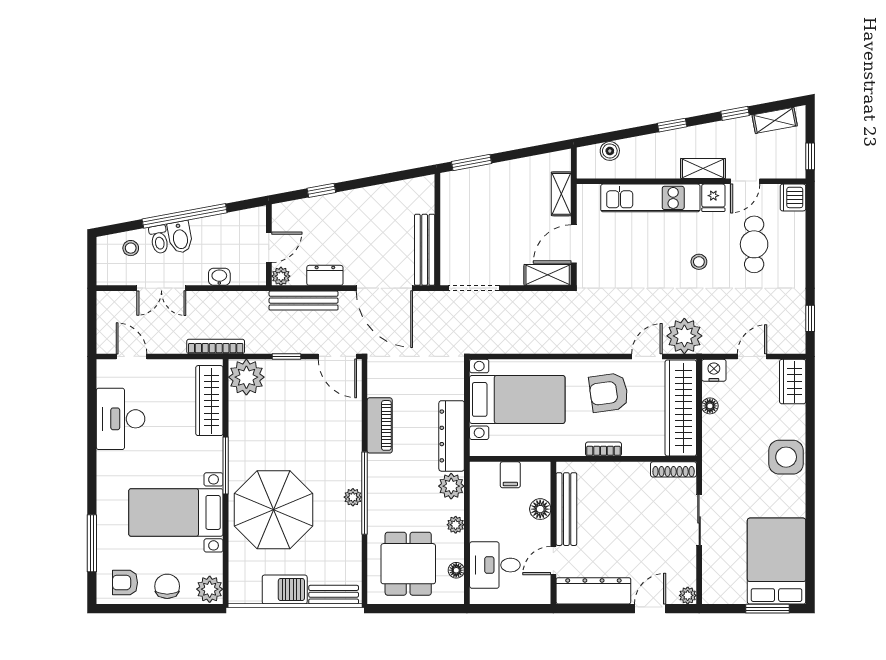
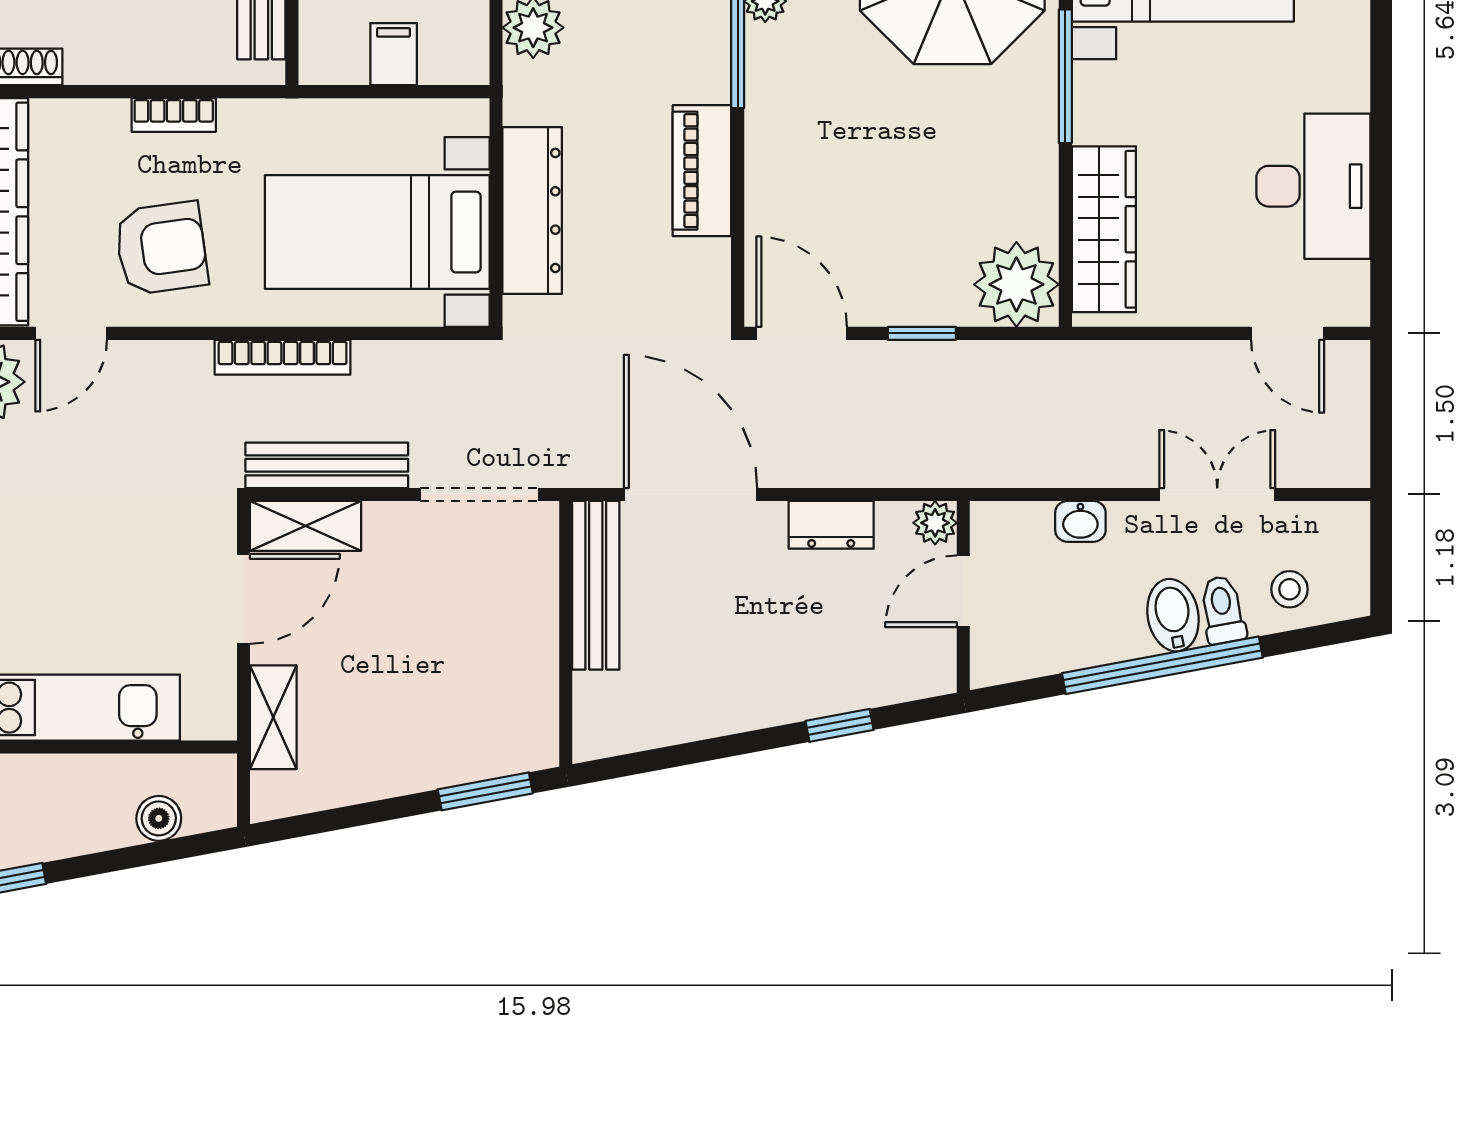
bench: (304, 301) -> (327, 465), moved
bookcase: (216, 346) -> (283, 357), moved
dresser: (452, 436) -> (532, 210), moved

